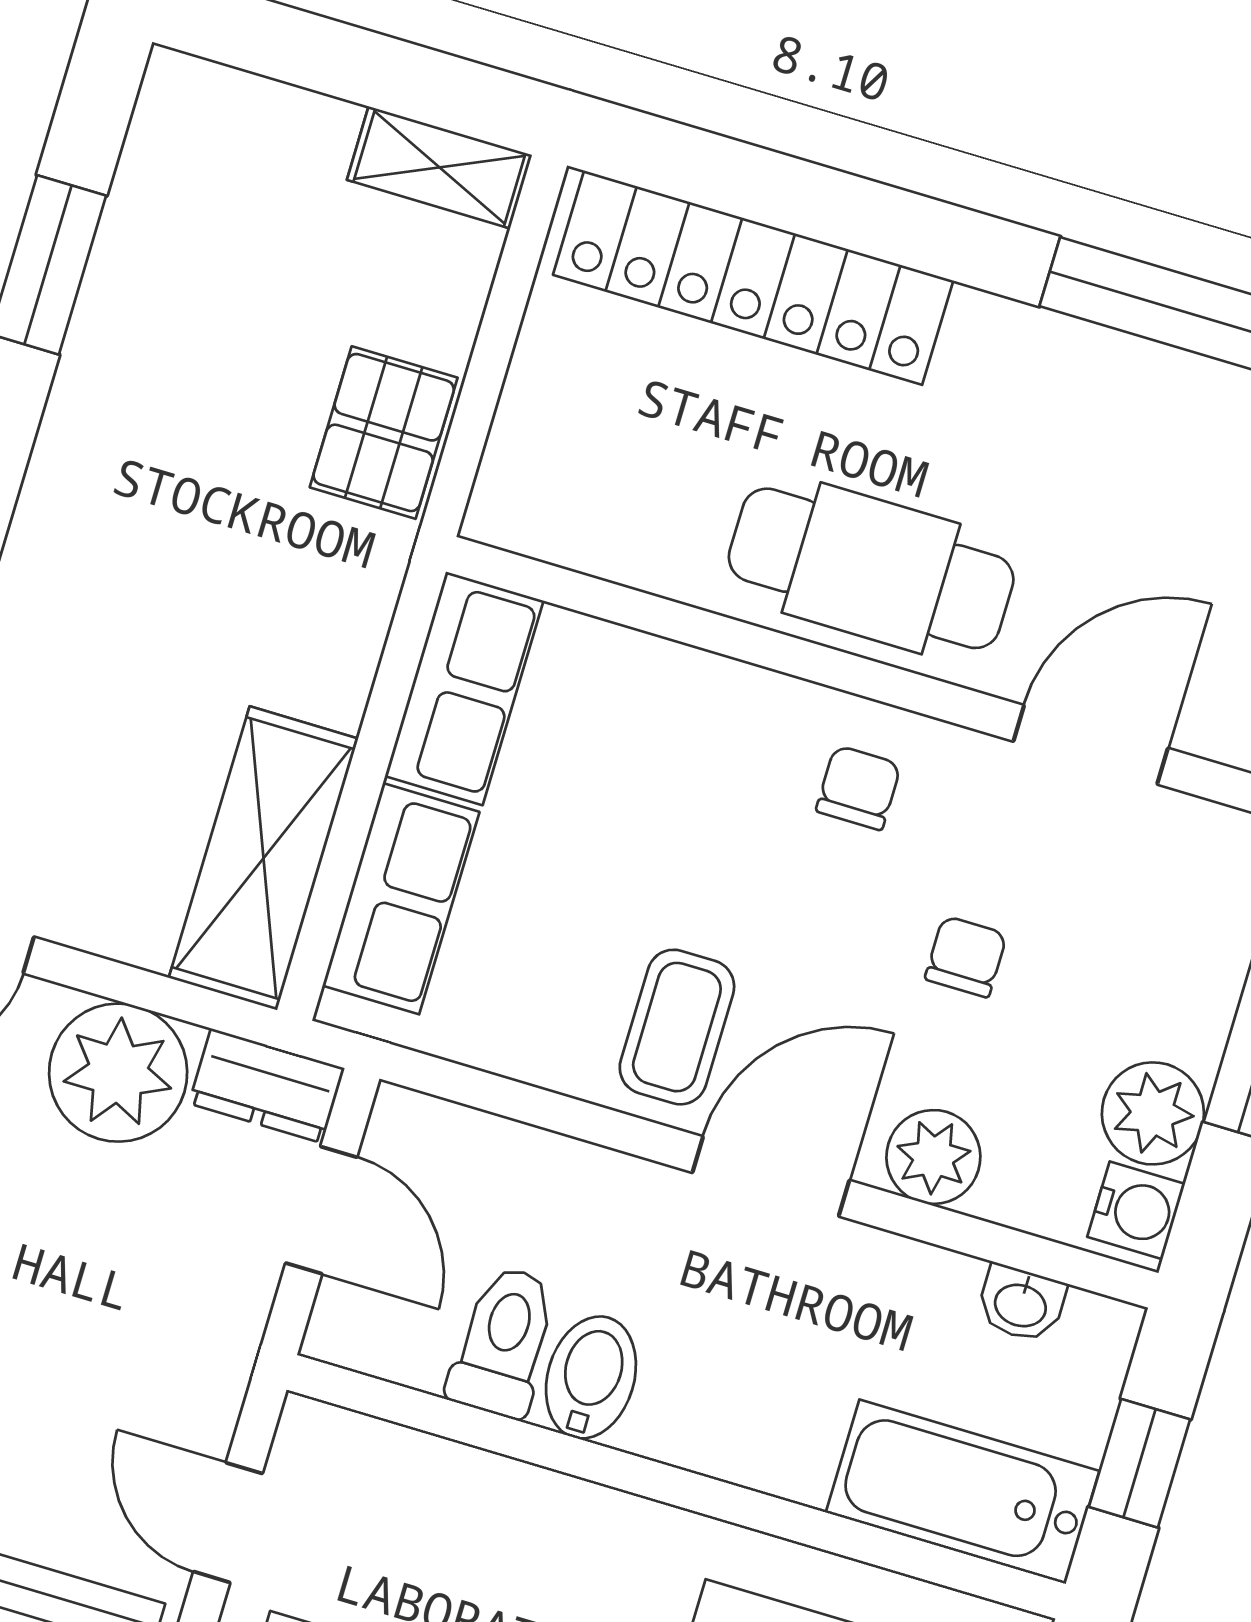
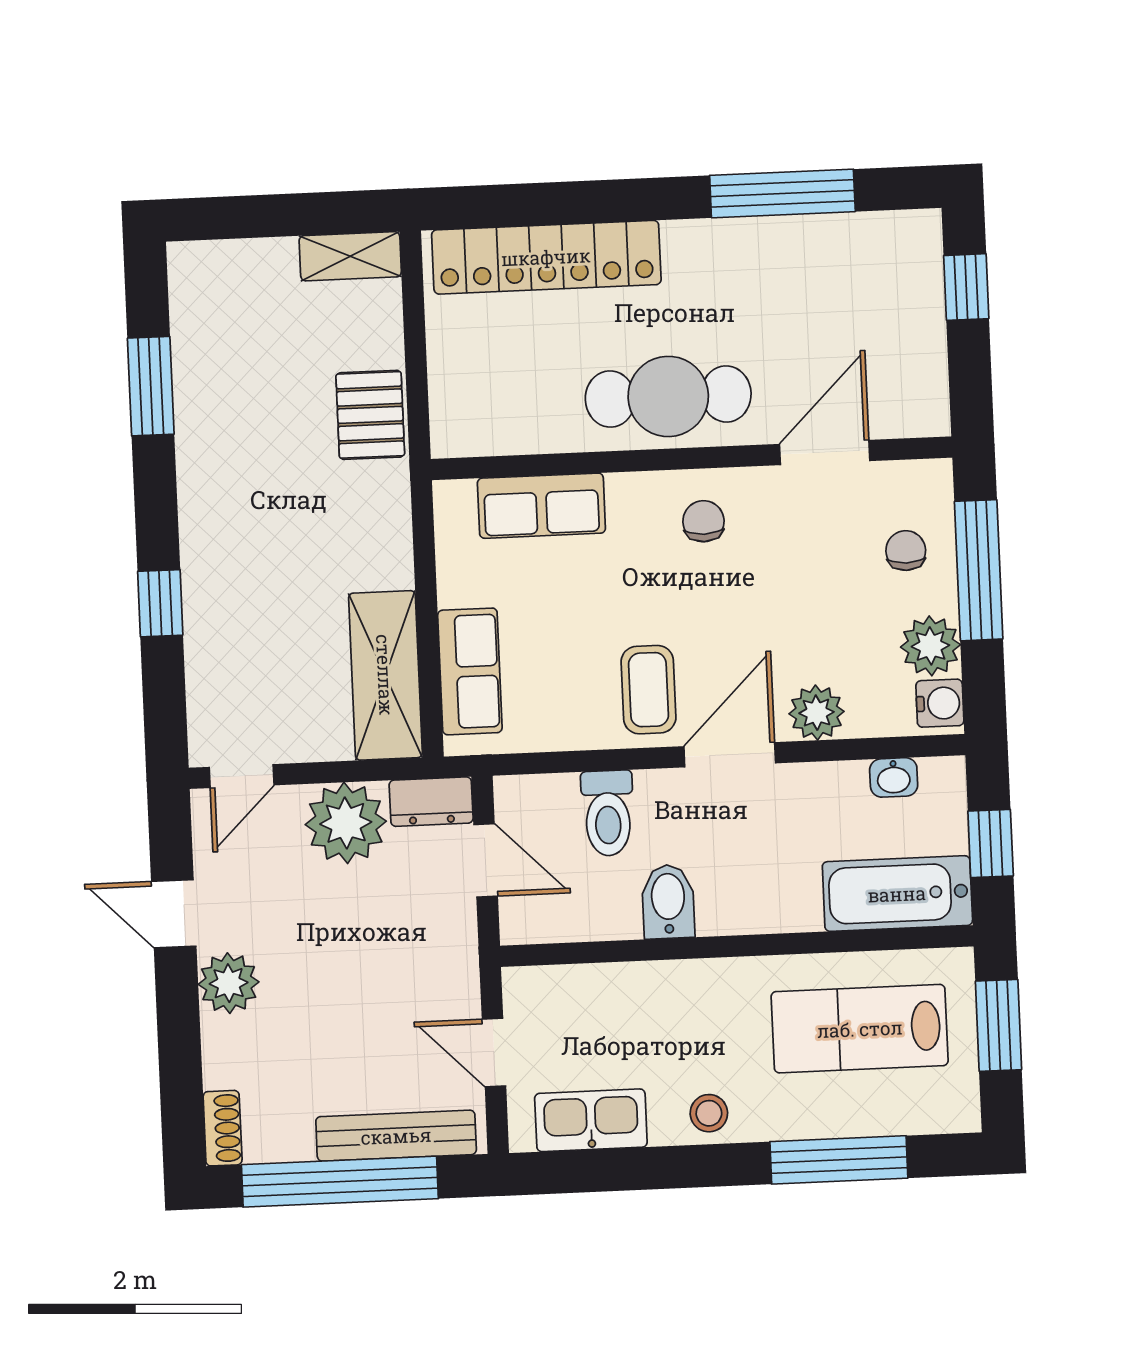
row of seats: (464, 688) -> (541, 506), moved, turned 90
chair: (966, 957) -> (906, 551), moved
toilet: (504, 1342) -> (608, 813), moved, turned 180

